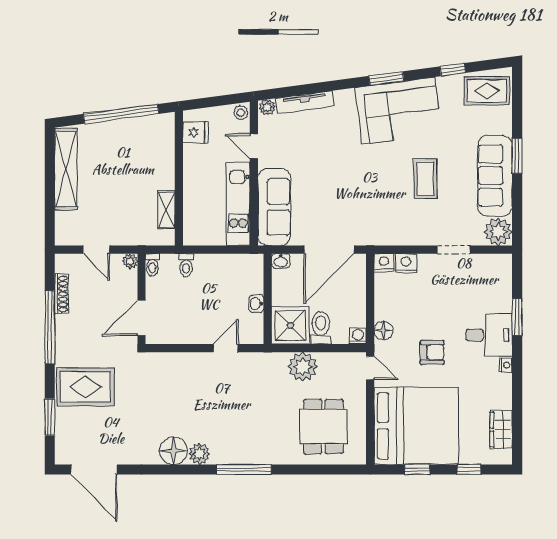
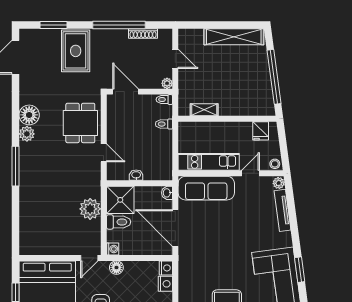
door: (96, 250) -> (175, 59), swing flipped
dining table: (323, 427) -> (80, 123), moved, turned 90

